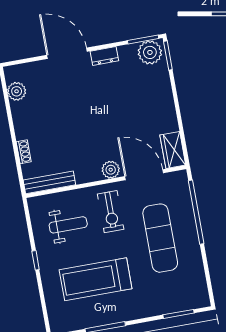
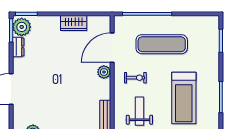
dresser: (104, 56) -> (18, 47), moved
wardrobe: (173, 150) -> (74, 23), moved
exercise bike: (111, 212) -> (135, 78), width x0.73, depth x0.72

